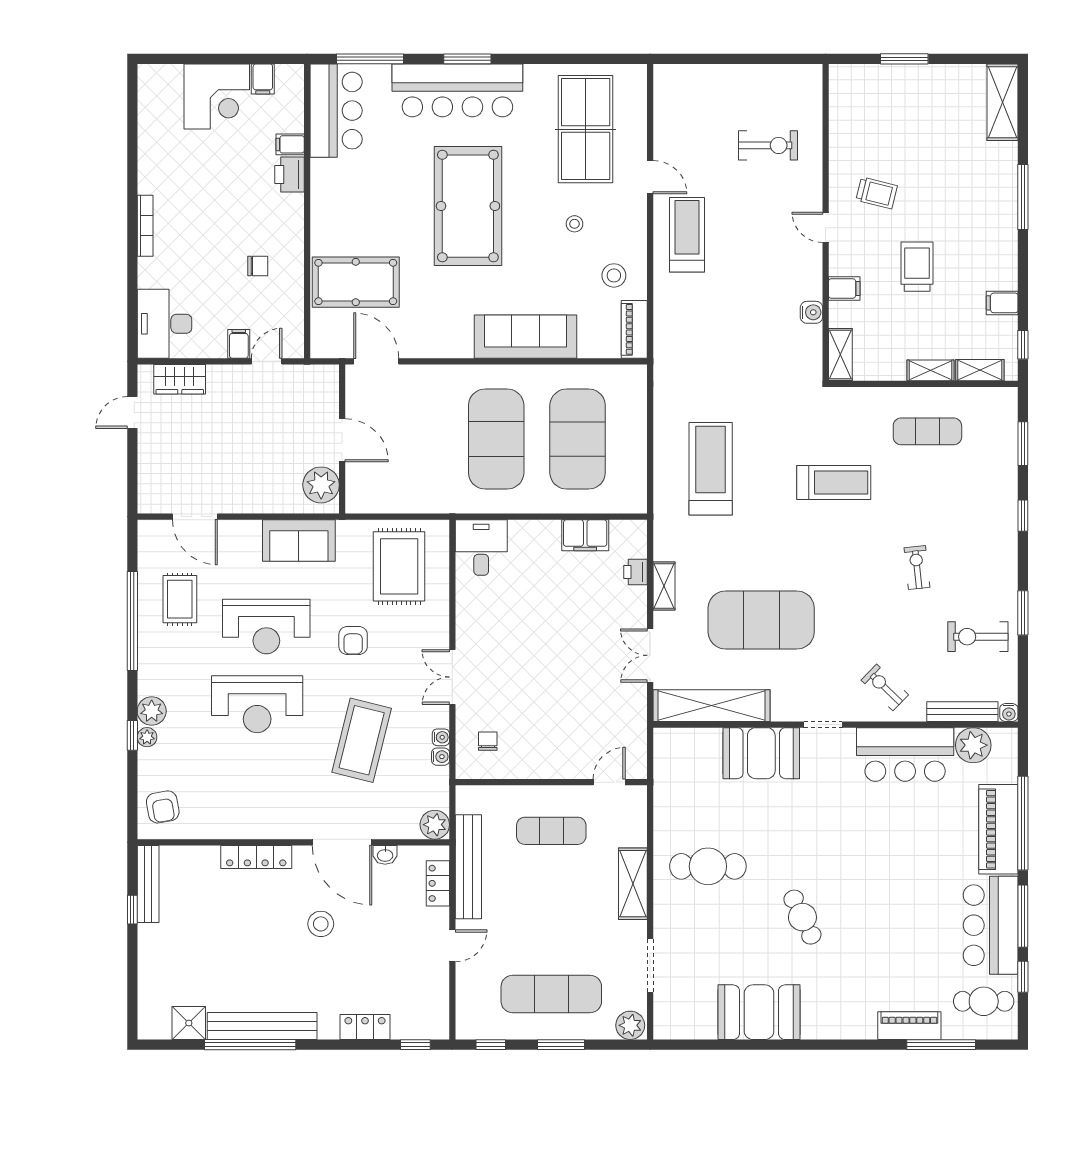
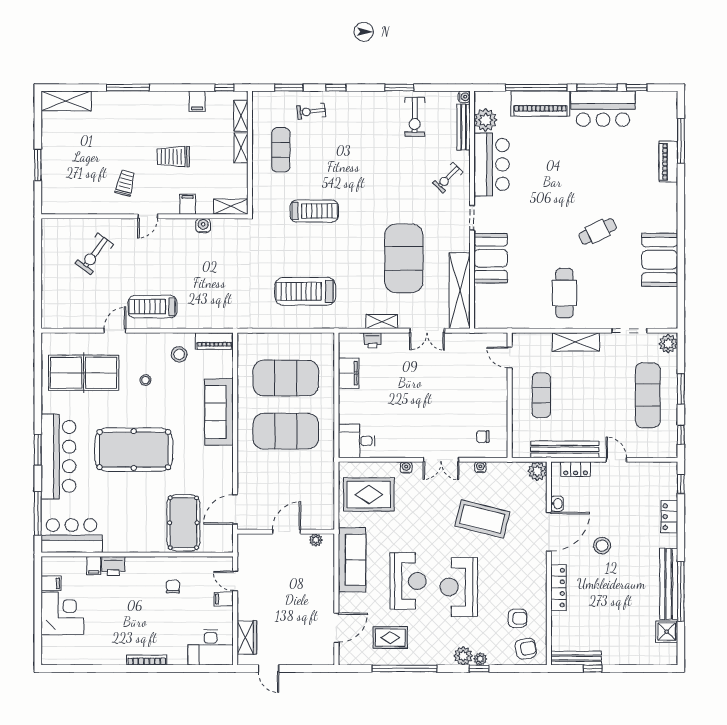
exercise bike: (768, 145) -> (94, 254), turned -143
treadmill: (834, 483) -> (314, 211), turned 90
plant: (321, 485) -> (316, 540), width x0.53, depth x0.53
sofa: (299, 541) -> (352, 560), width x1.36
exercise bike: (917, 568) -> (311, 111), moved
armchair: (353, 641) -> (518, 618), moved
reception desk: (257, 704) -> (459, 587), turned 180
water cooler: (441, 757) -> (406, 467), moved
cafe table: (984, 1001) -> (653, 113), removed

